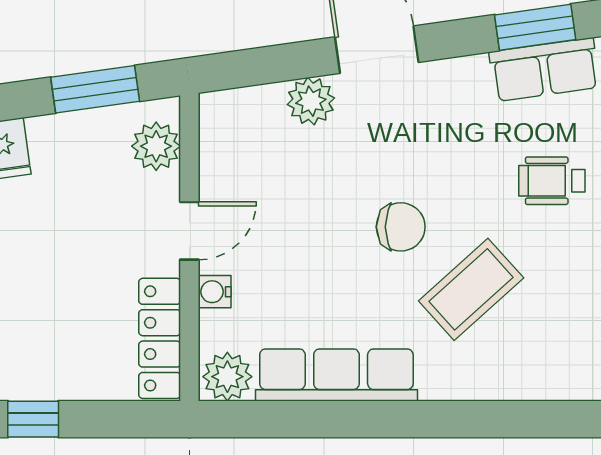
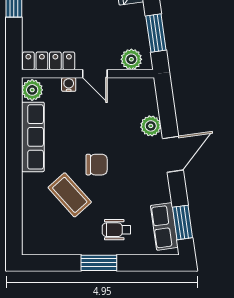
wheelchair: (552, 181) -> (117, 230), turned -90
chair: (401, 227) -> (97, 165), turned -90

